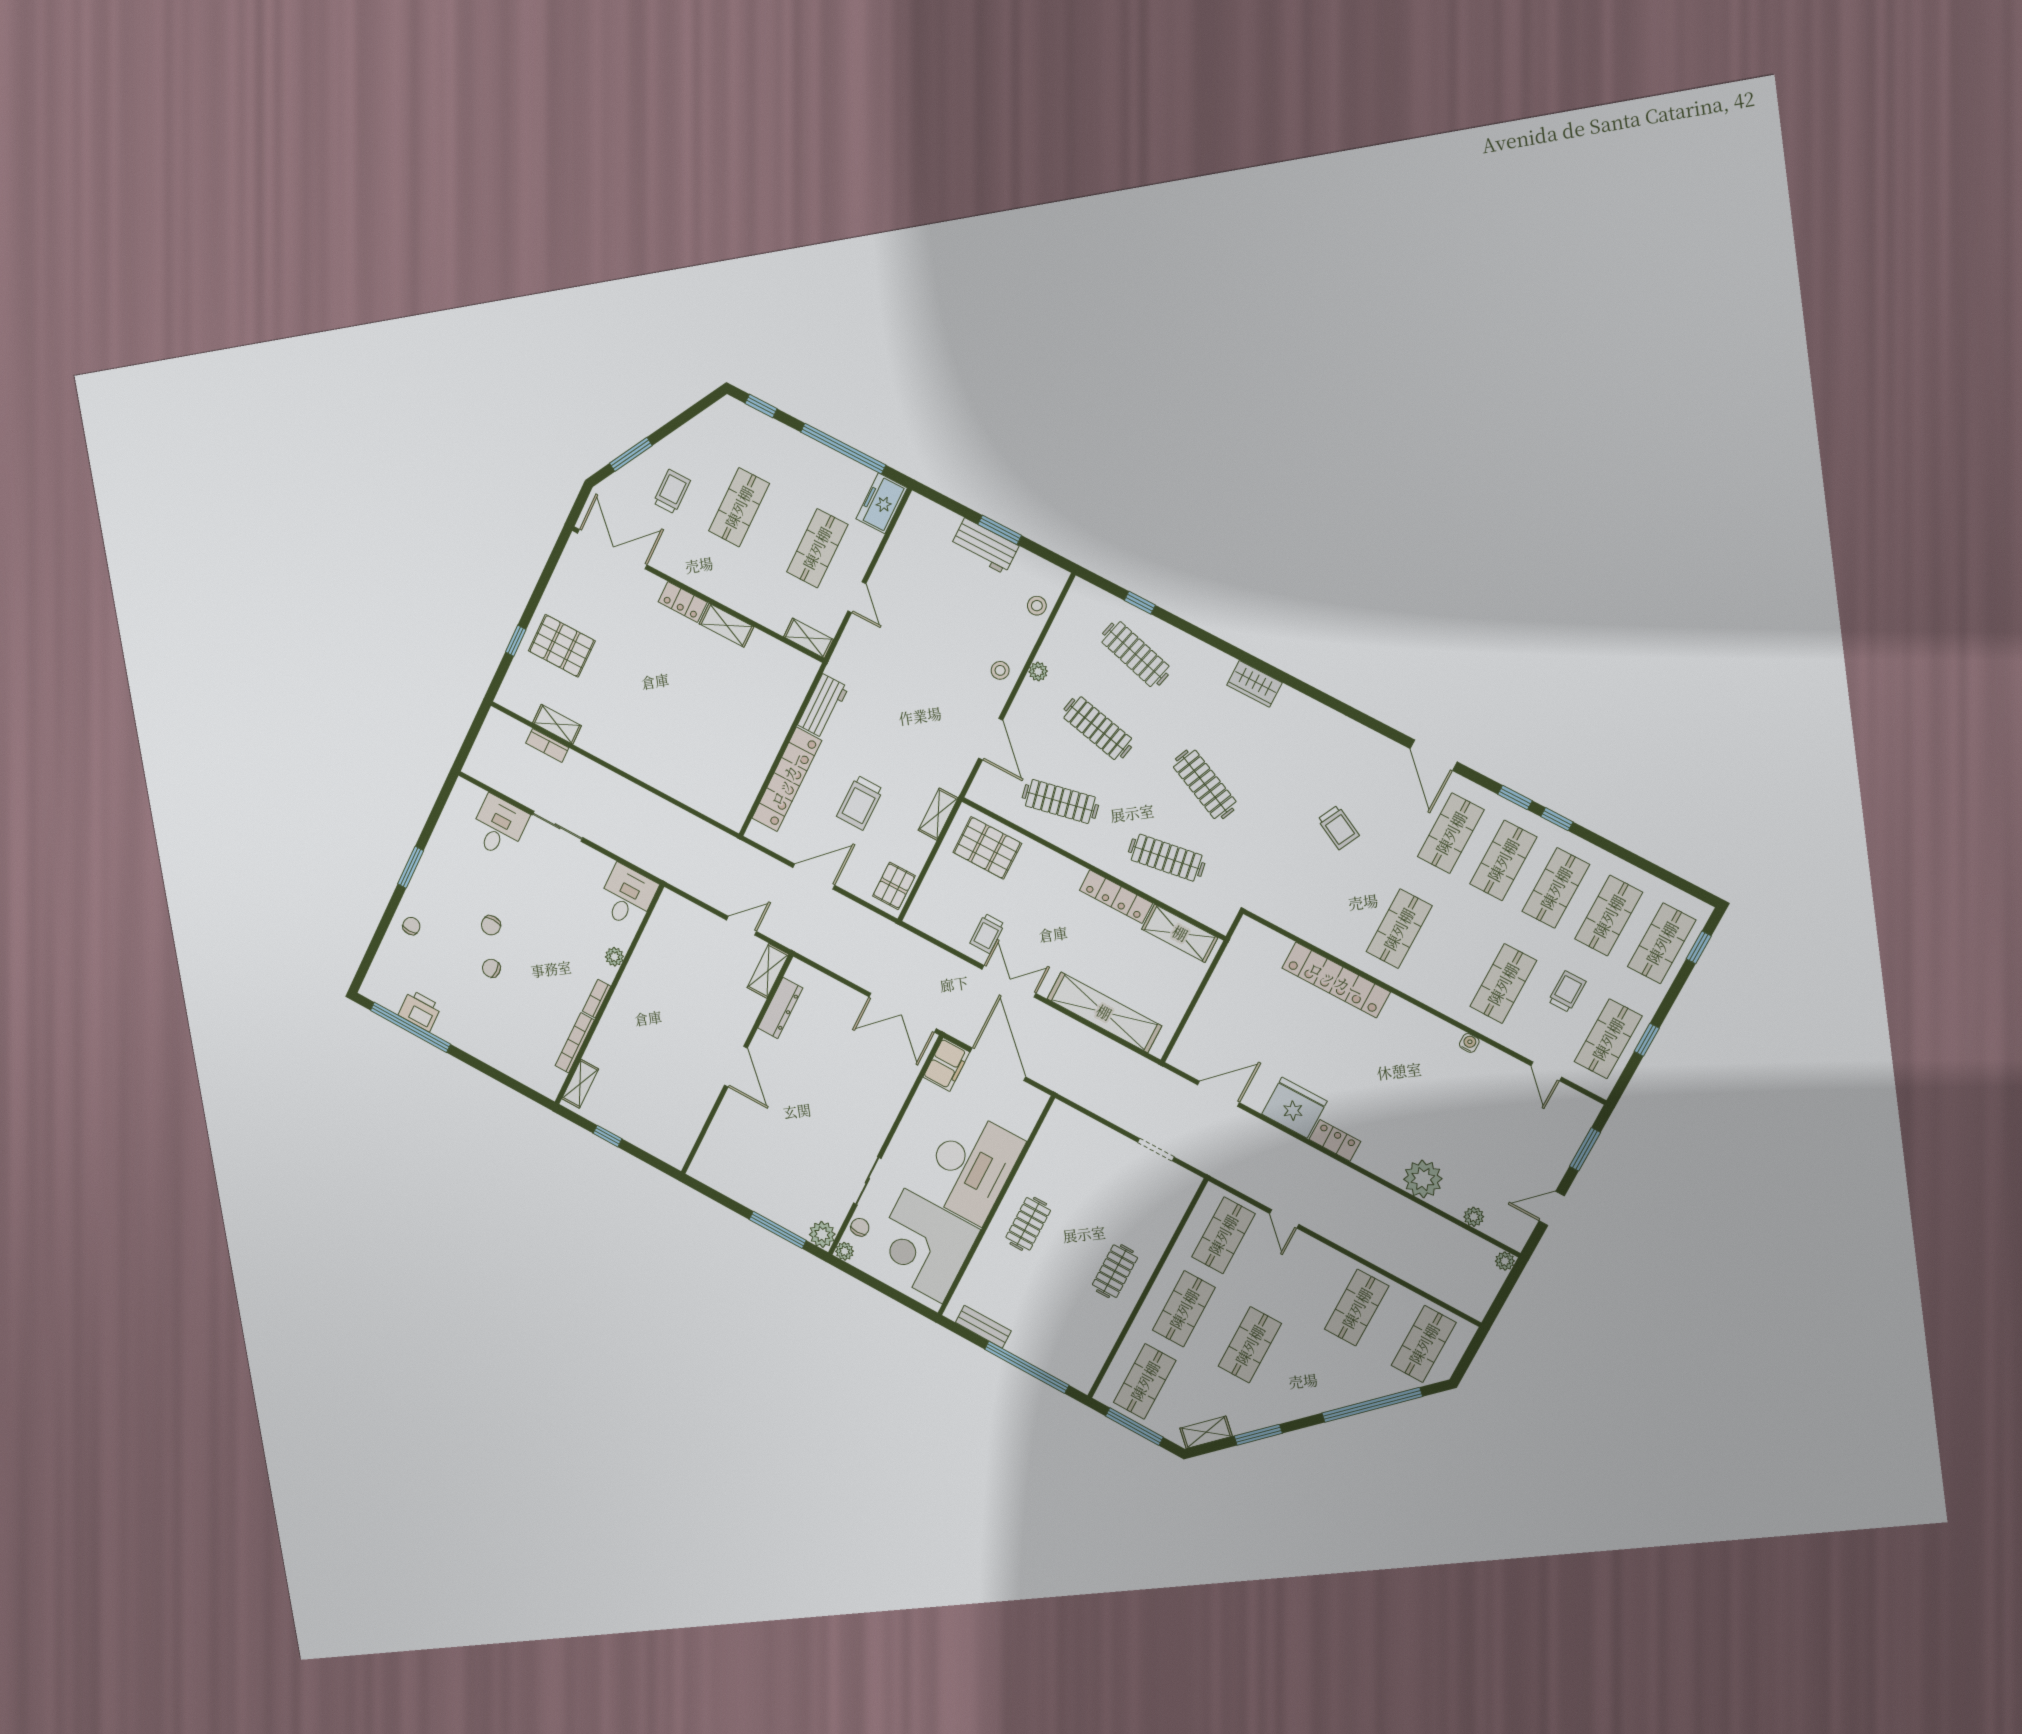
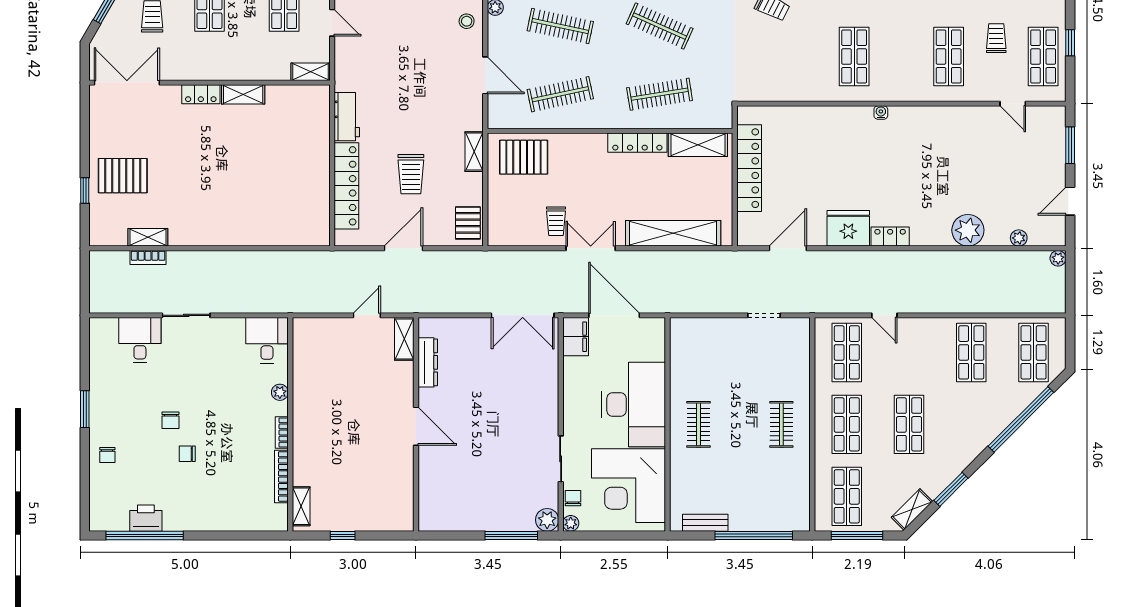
chair: (411, 926) -> (107, 455), turned 180
locker: (1336, 980) -> (749, 168), moved, turned -90
water cooler: (1469, 1043) -> (881, 113), moved

